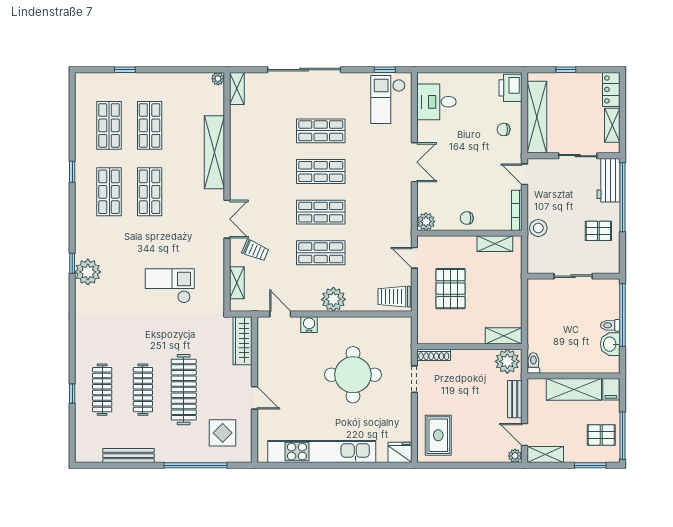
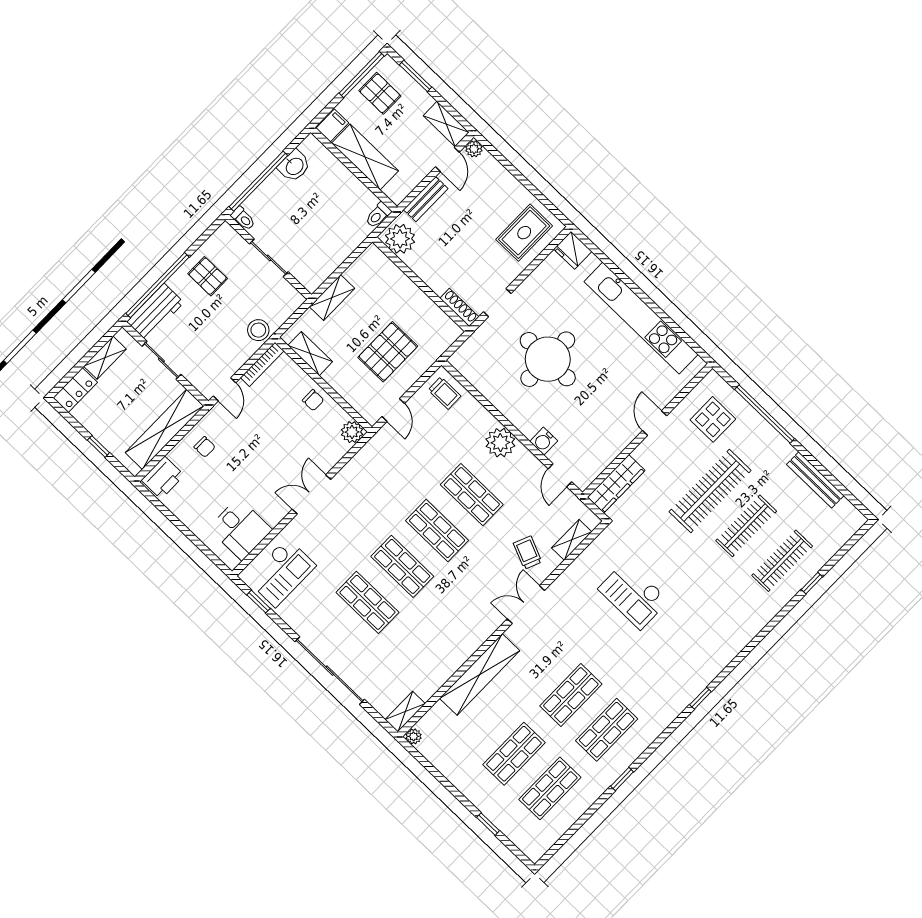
plant: (88, 272) -> (694, 677), removed
trolley: (394, 297) -> (444, 393), width x0.73, depth x0.72
toilet: (610, 325) -> (243, 218), moved
shelving: (504, 336) -> (332, 298), moved, turned 90

